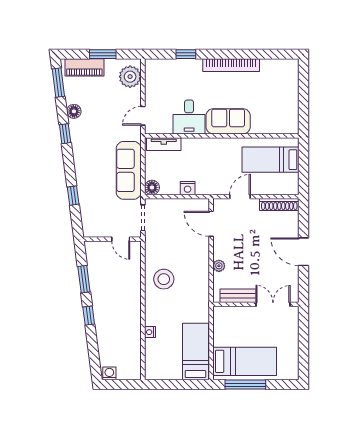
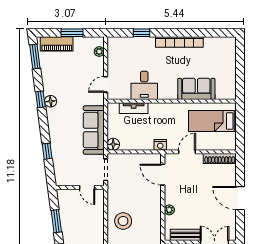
plant: (130, 77) -> (99, 52), width x0.53, depth x0.53
floor lamp: (74, 111) -> (51, 101), moved
sofa: (228, 121) -> (196, 89), moved
tv unit: (164, 144) -> (134, 108), moved
nightstand: (188, 188) -> (160, 145), moved

